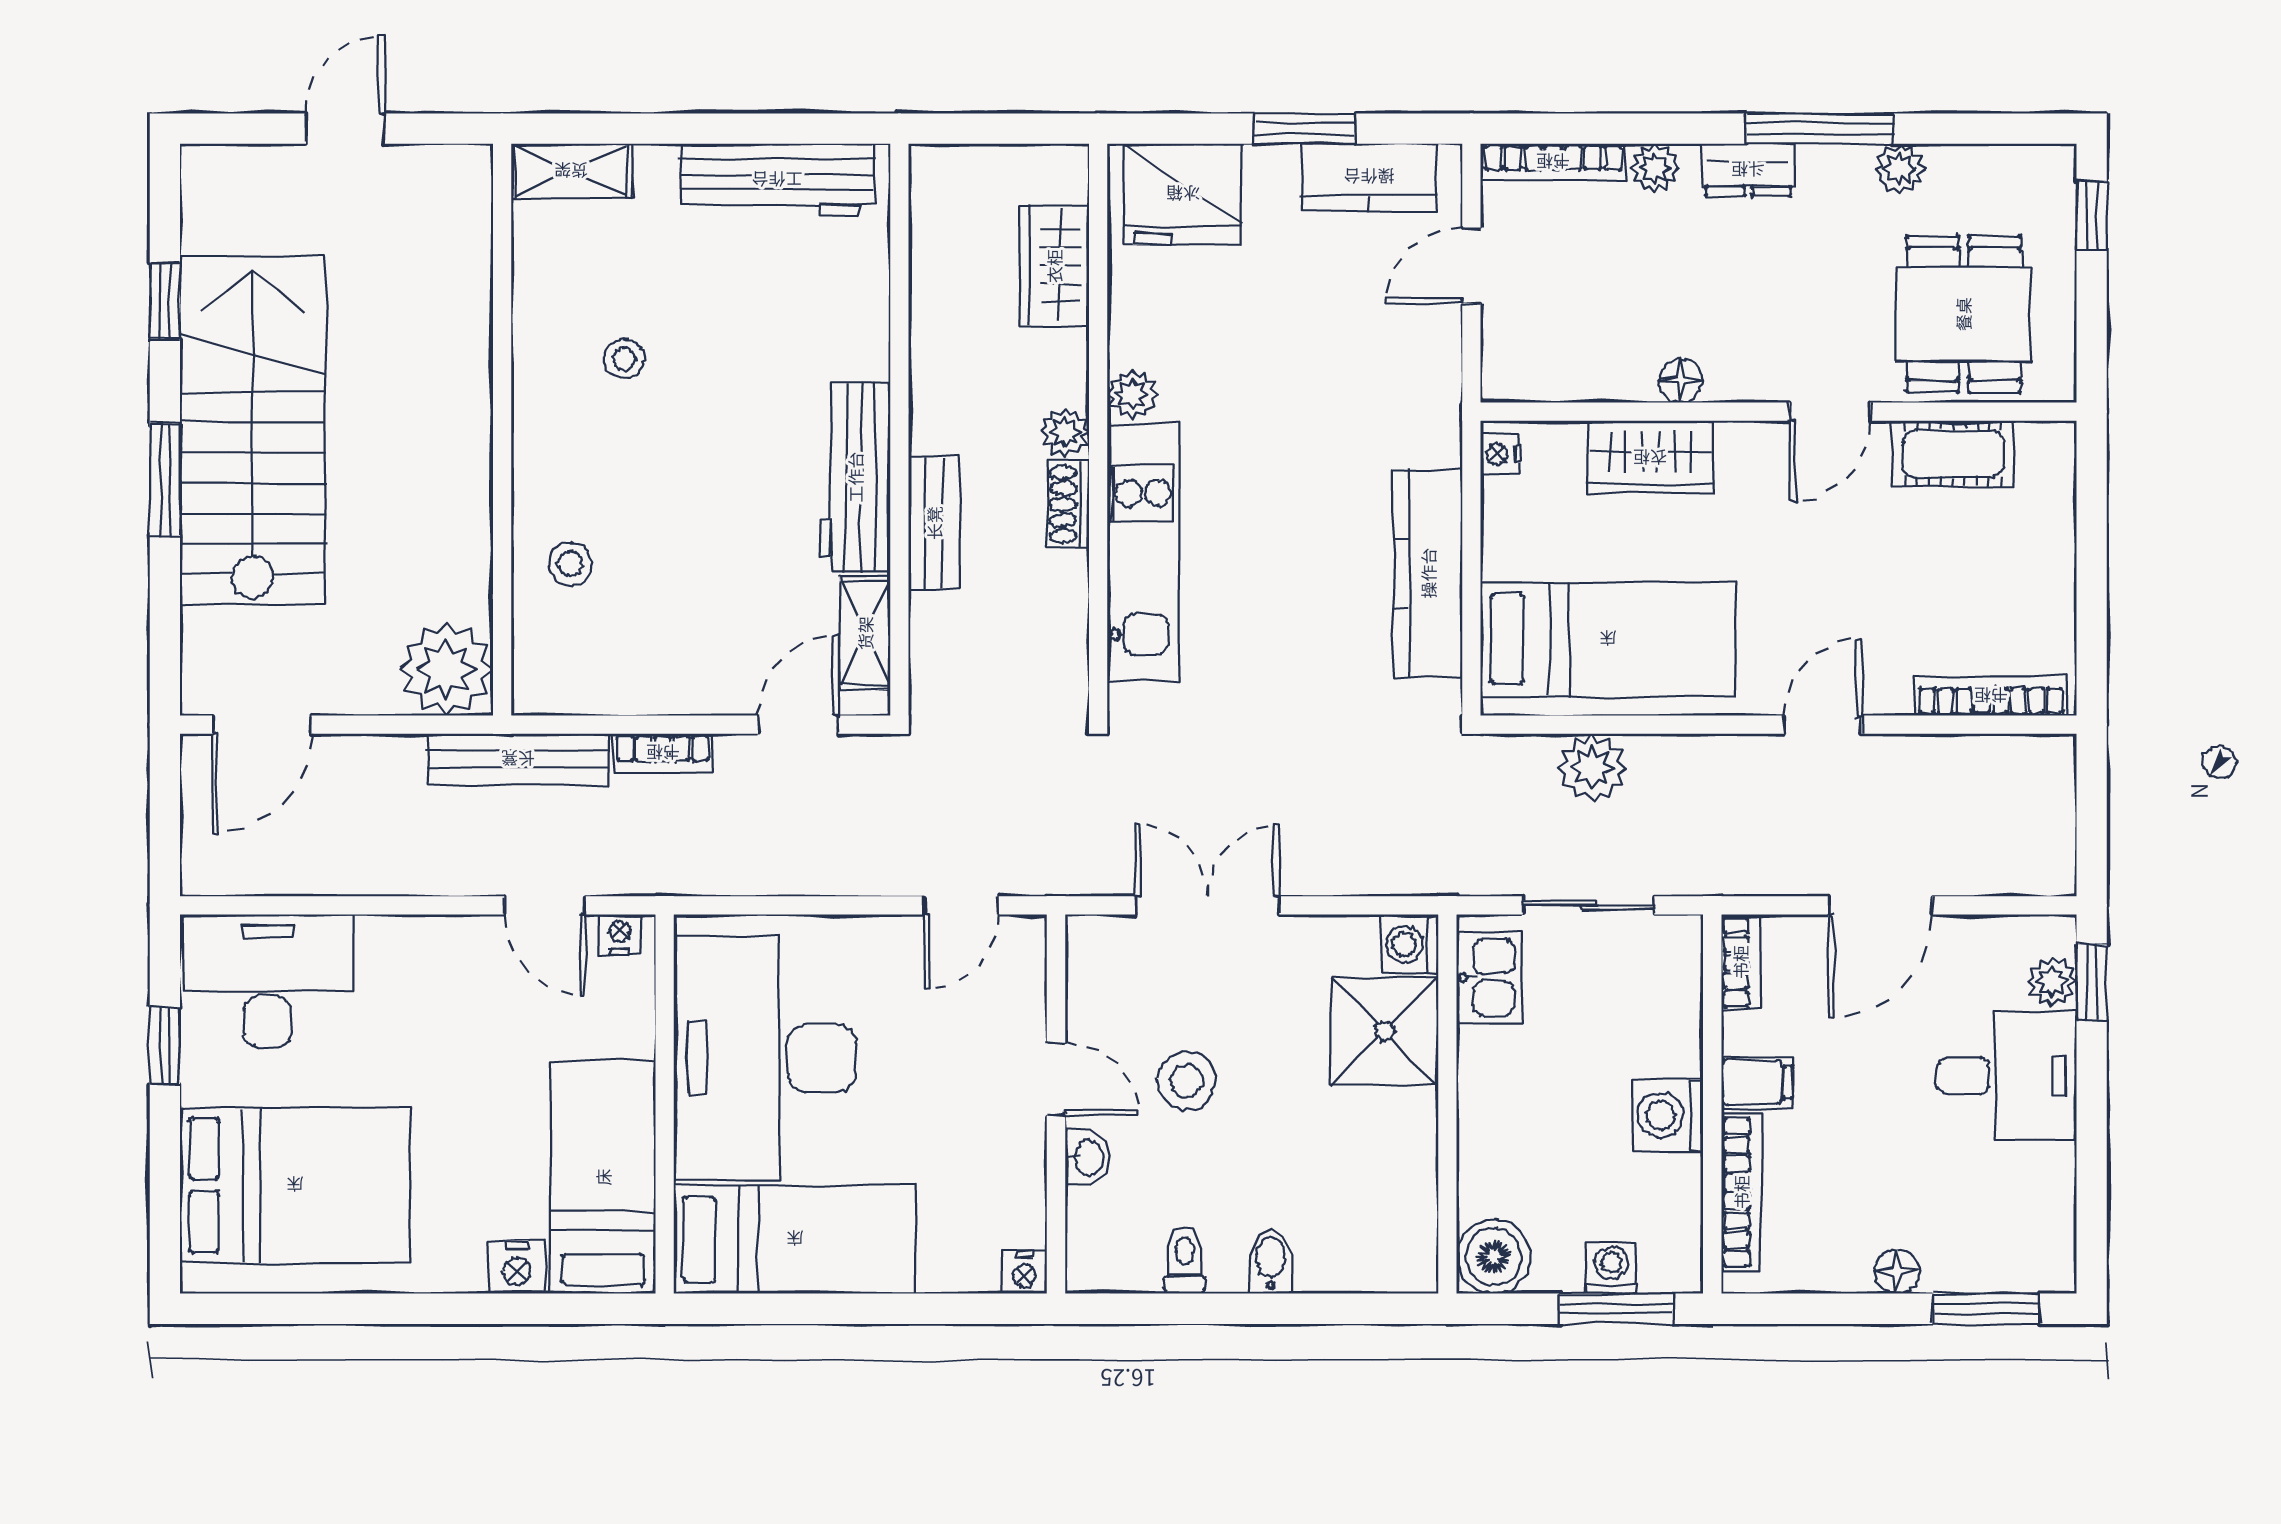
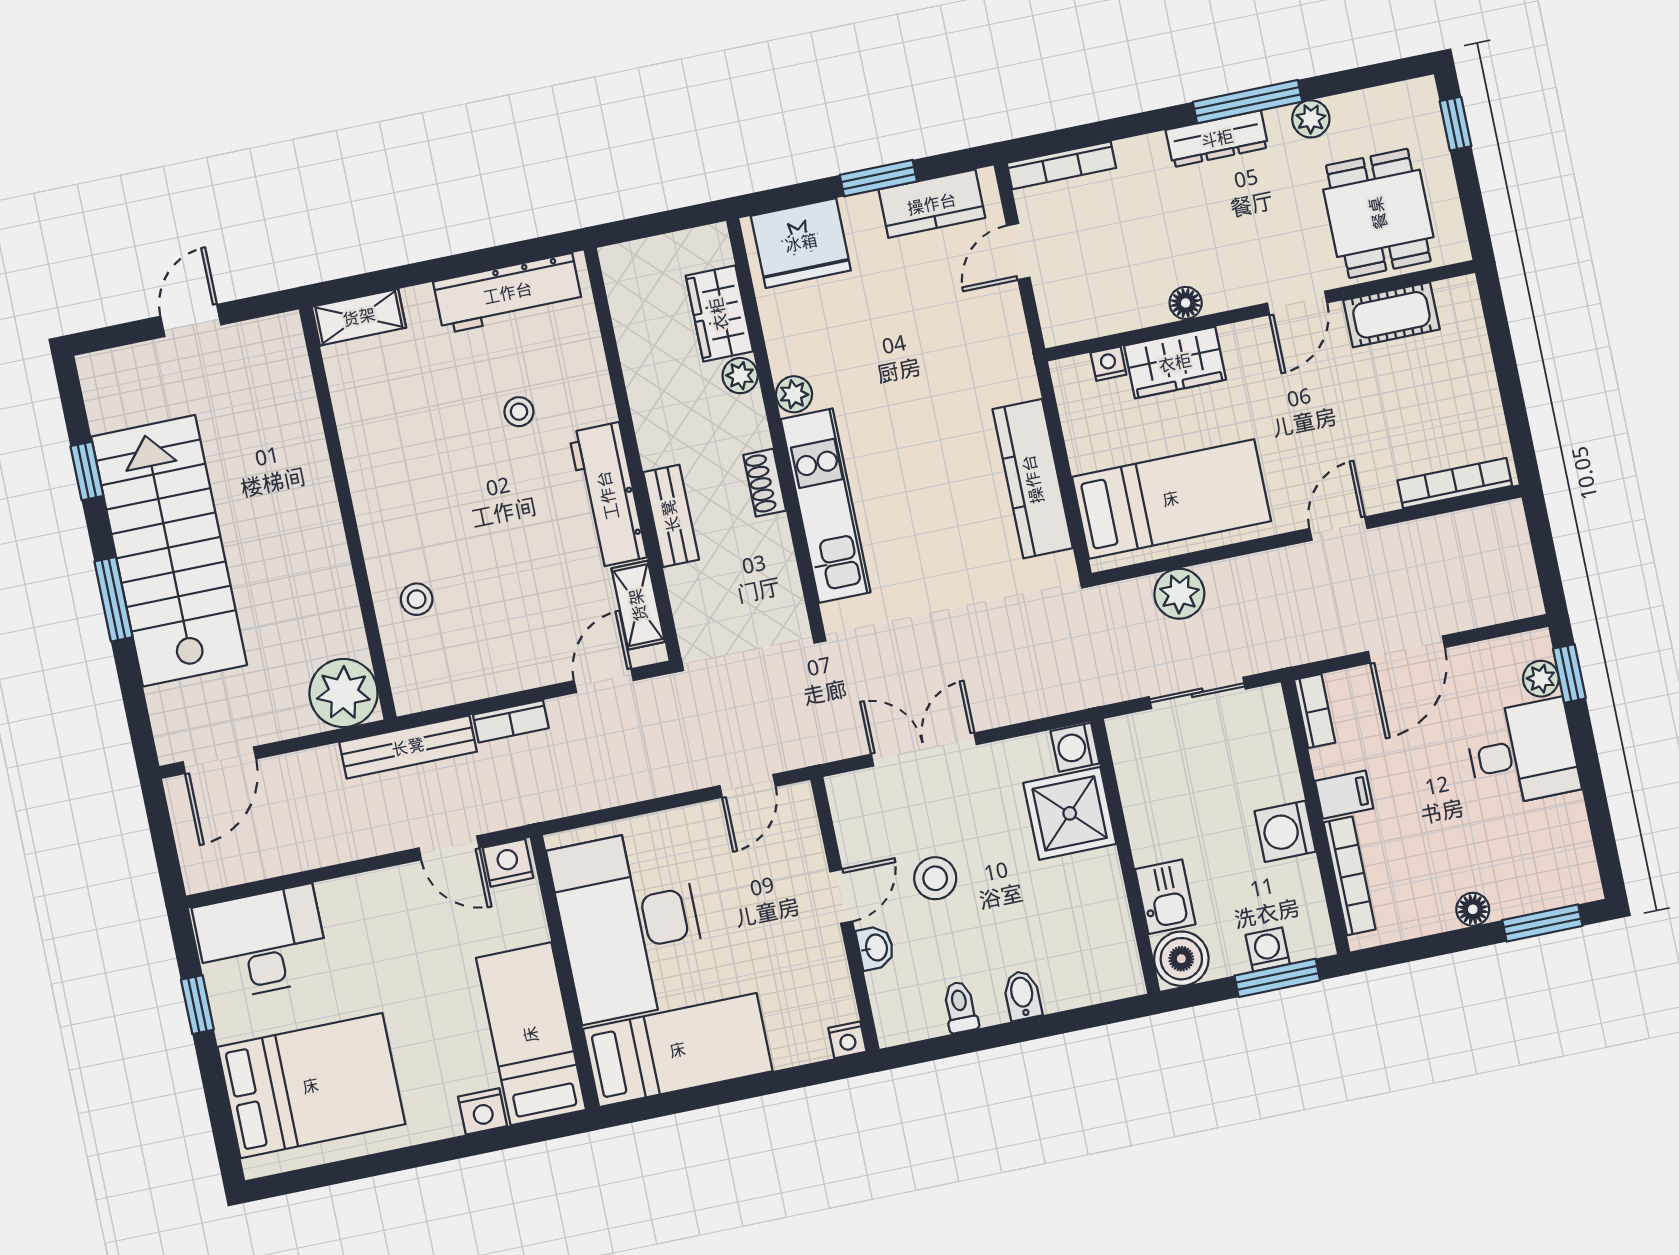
plant: (1655, 168) -> (1135, 154), removed
dresser: (1748, 170) -> (1217, 139), width x1.44
stool: (624, 359) -> (519, 412), moved
plant: (1065, 432) -> (740, 376), moved
nightstand: (1500, 454) -> (1108, 364), moved, turned 90
nightstand: (619, 935) -> (508, 863), width x1.39, depth x1.35
kitchen sink: (1489, 977) -> (1165, 897), moved
door: (1056, 1079) -> (841, 896), hinge flipped

